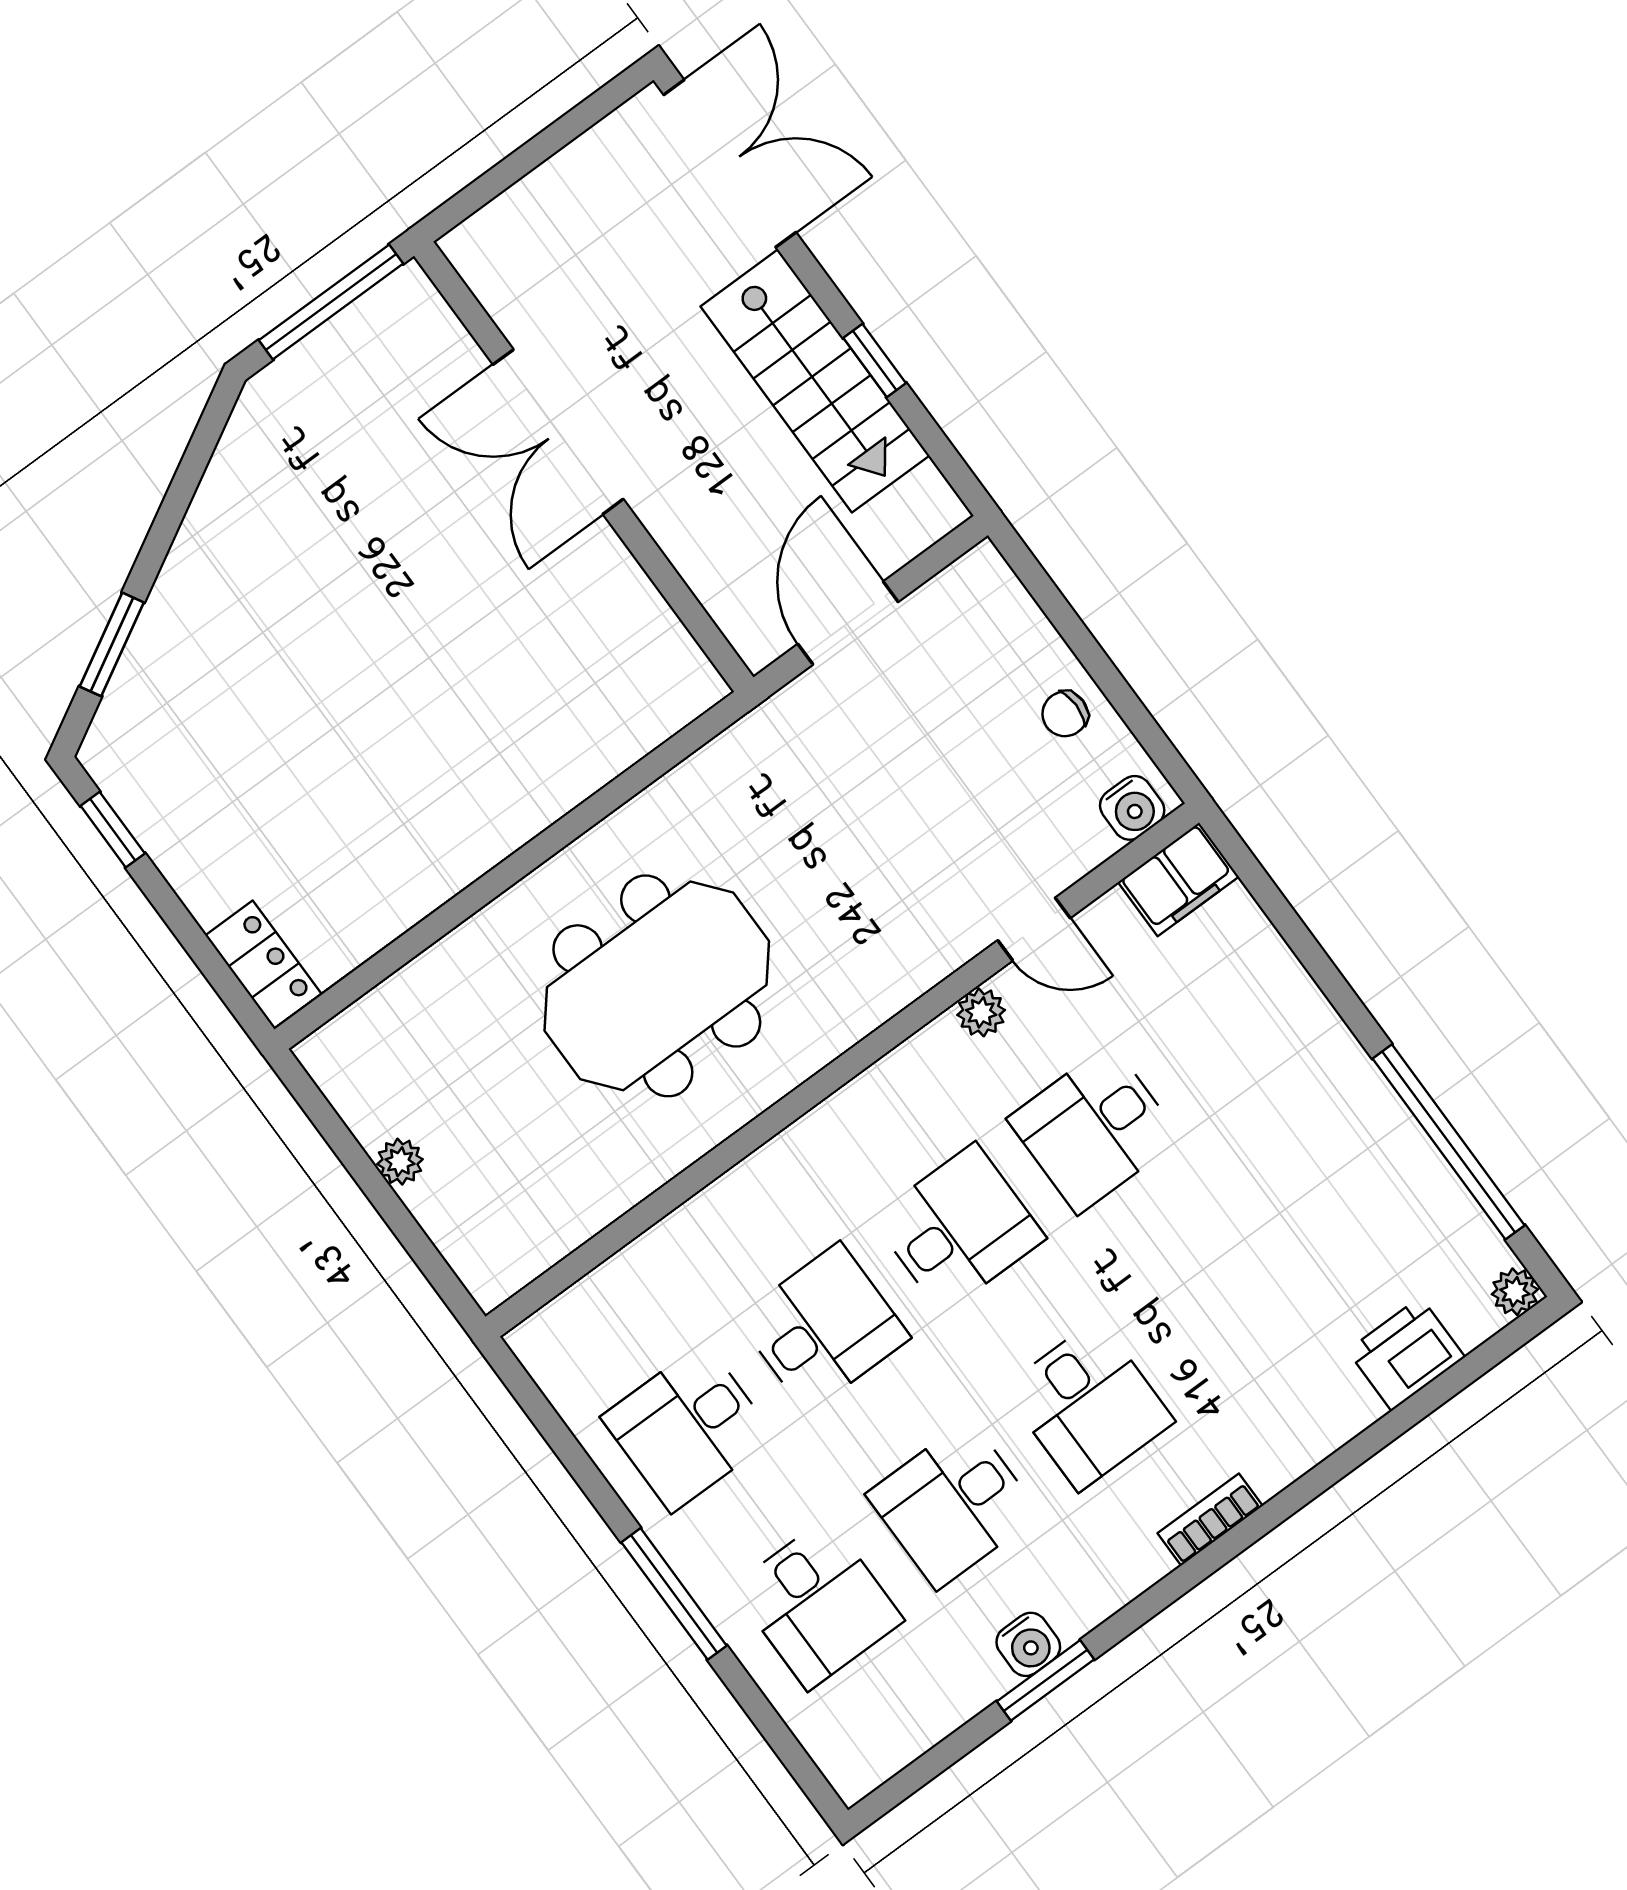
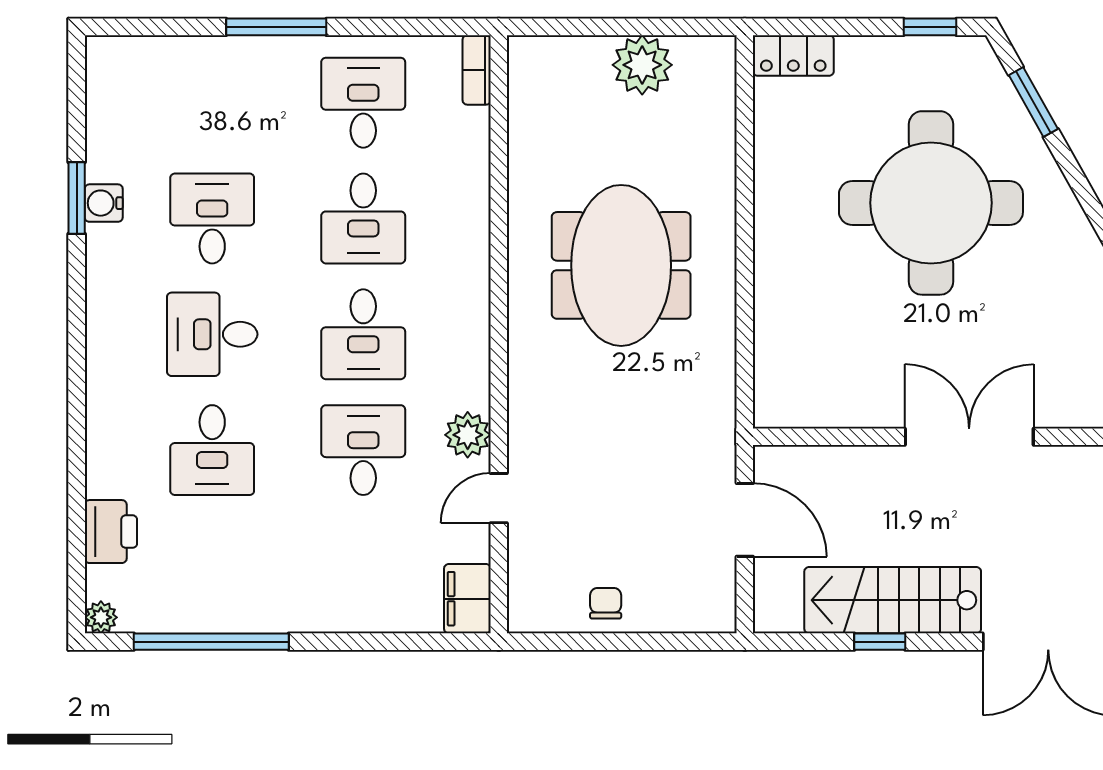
round table: (318, 677) -> (931, 203), added
water cooler: (1132, 808) -> (526, 602), removed
plant: (981, 1012) -> (468, 435), width x1.38, depth x1.38
plant: (400, 1162) -> (642, 65), width x1.87, depth x1.87
bookcase: (1210, 1520) -> (477, 70), moved, turned 180
desk: (818, 1604) -> (212, 450), moved, turned -90

